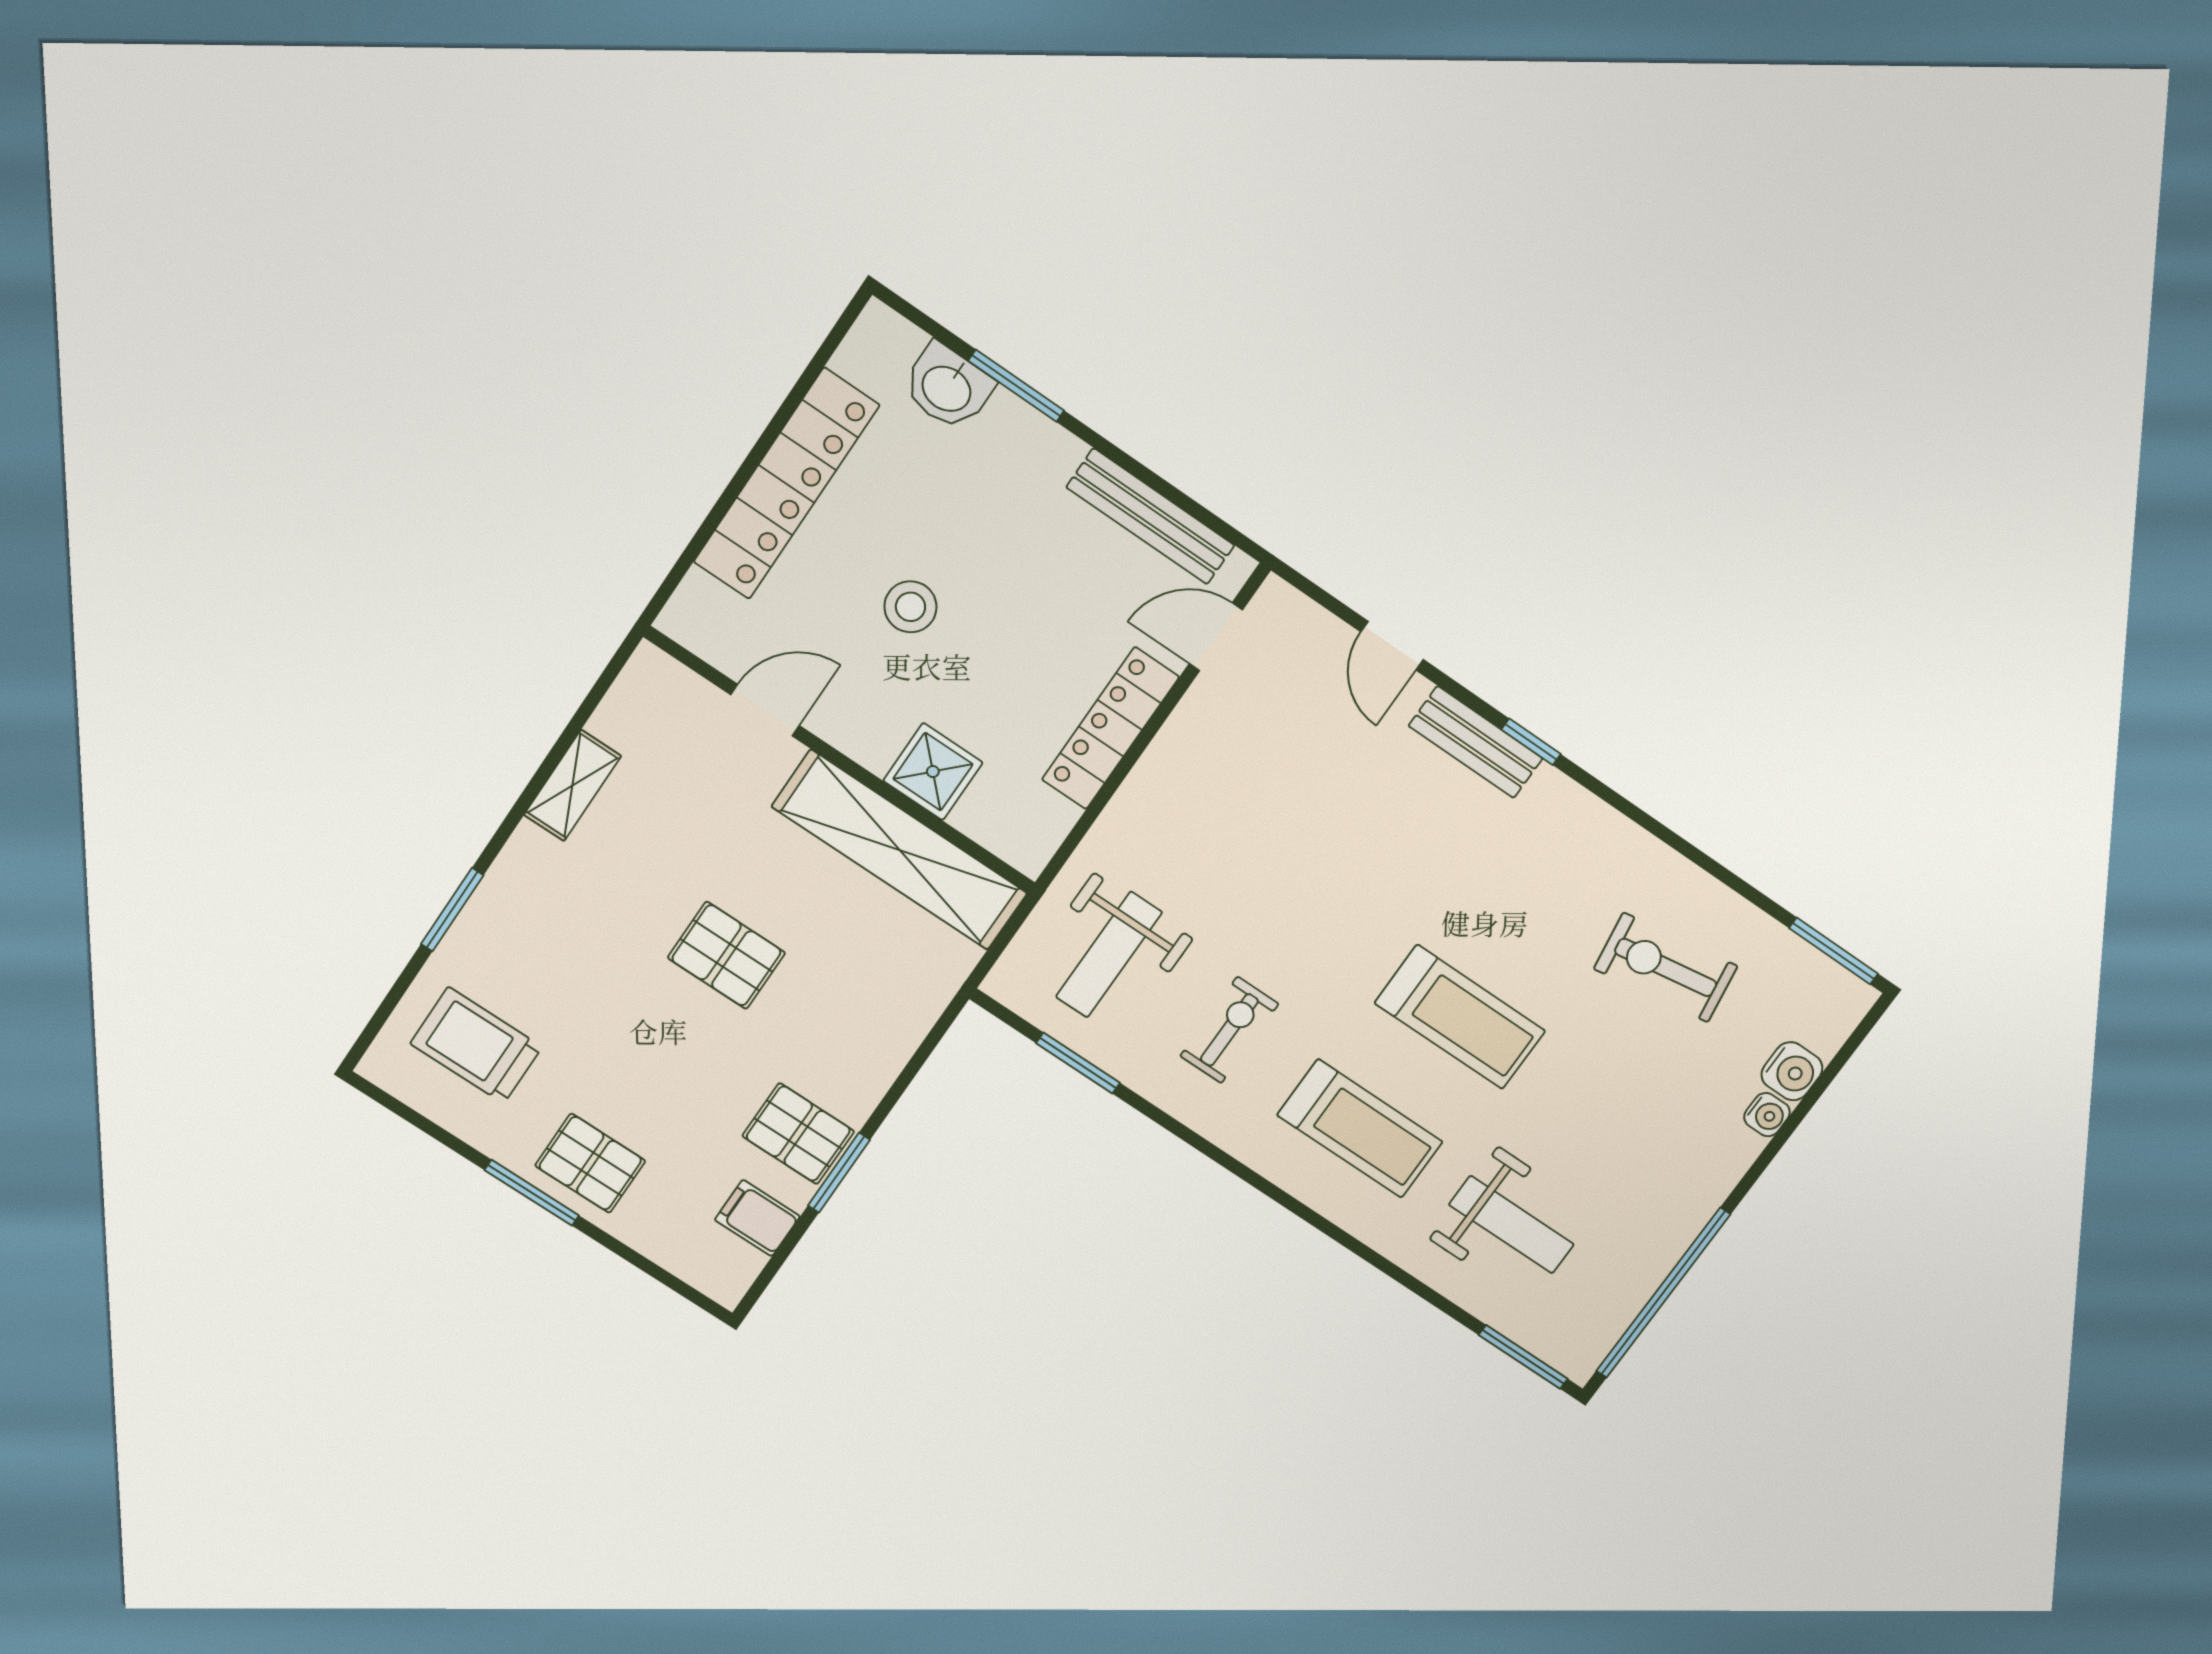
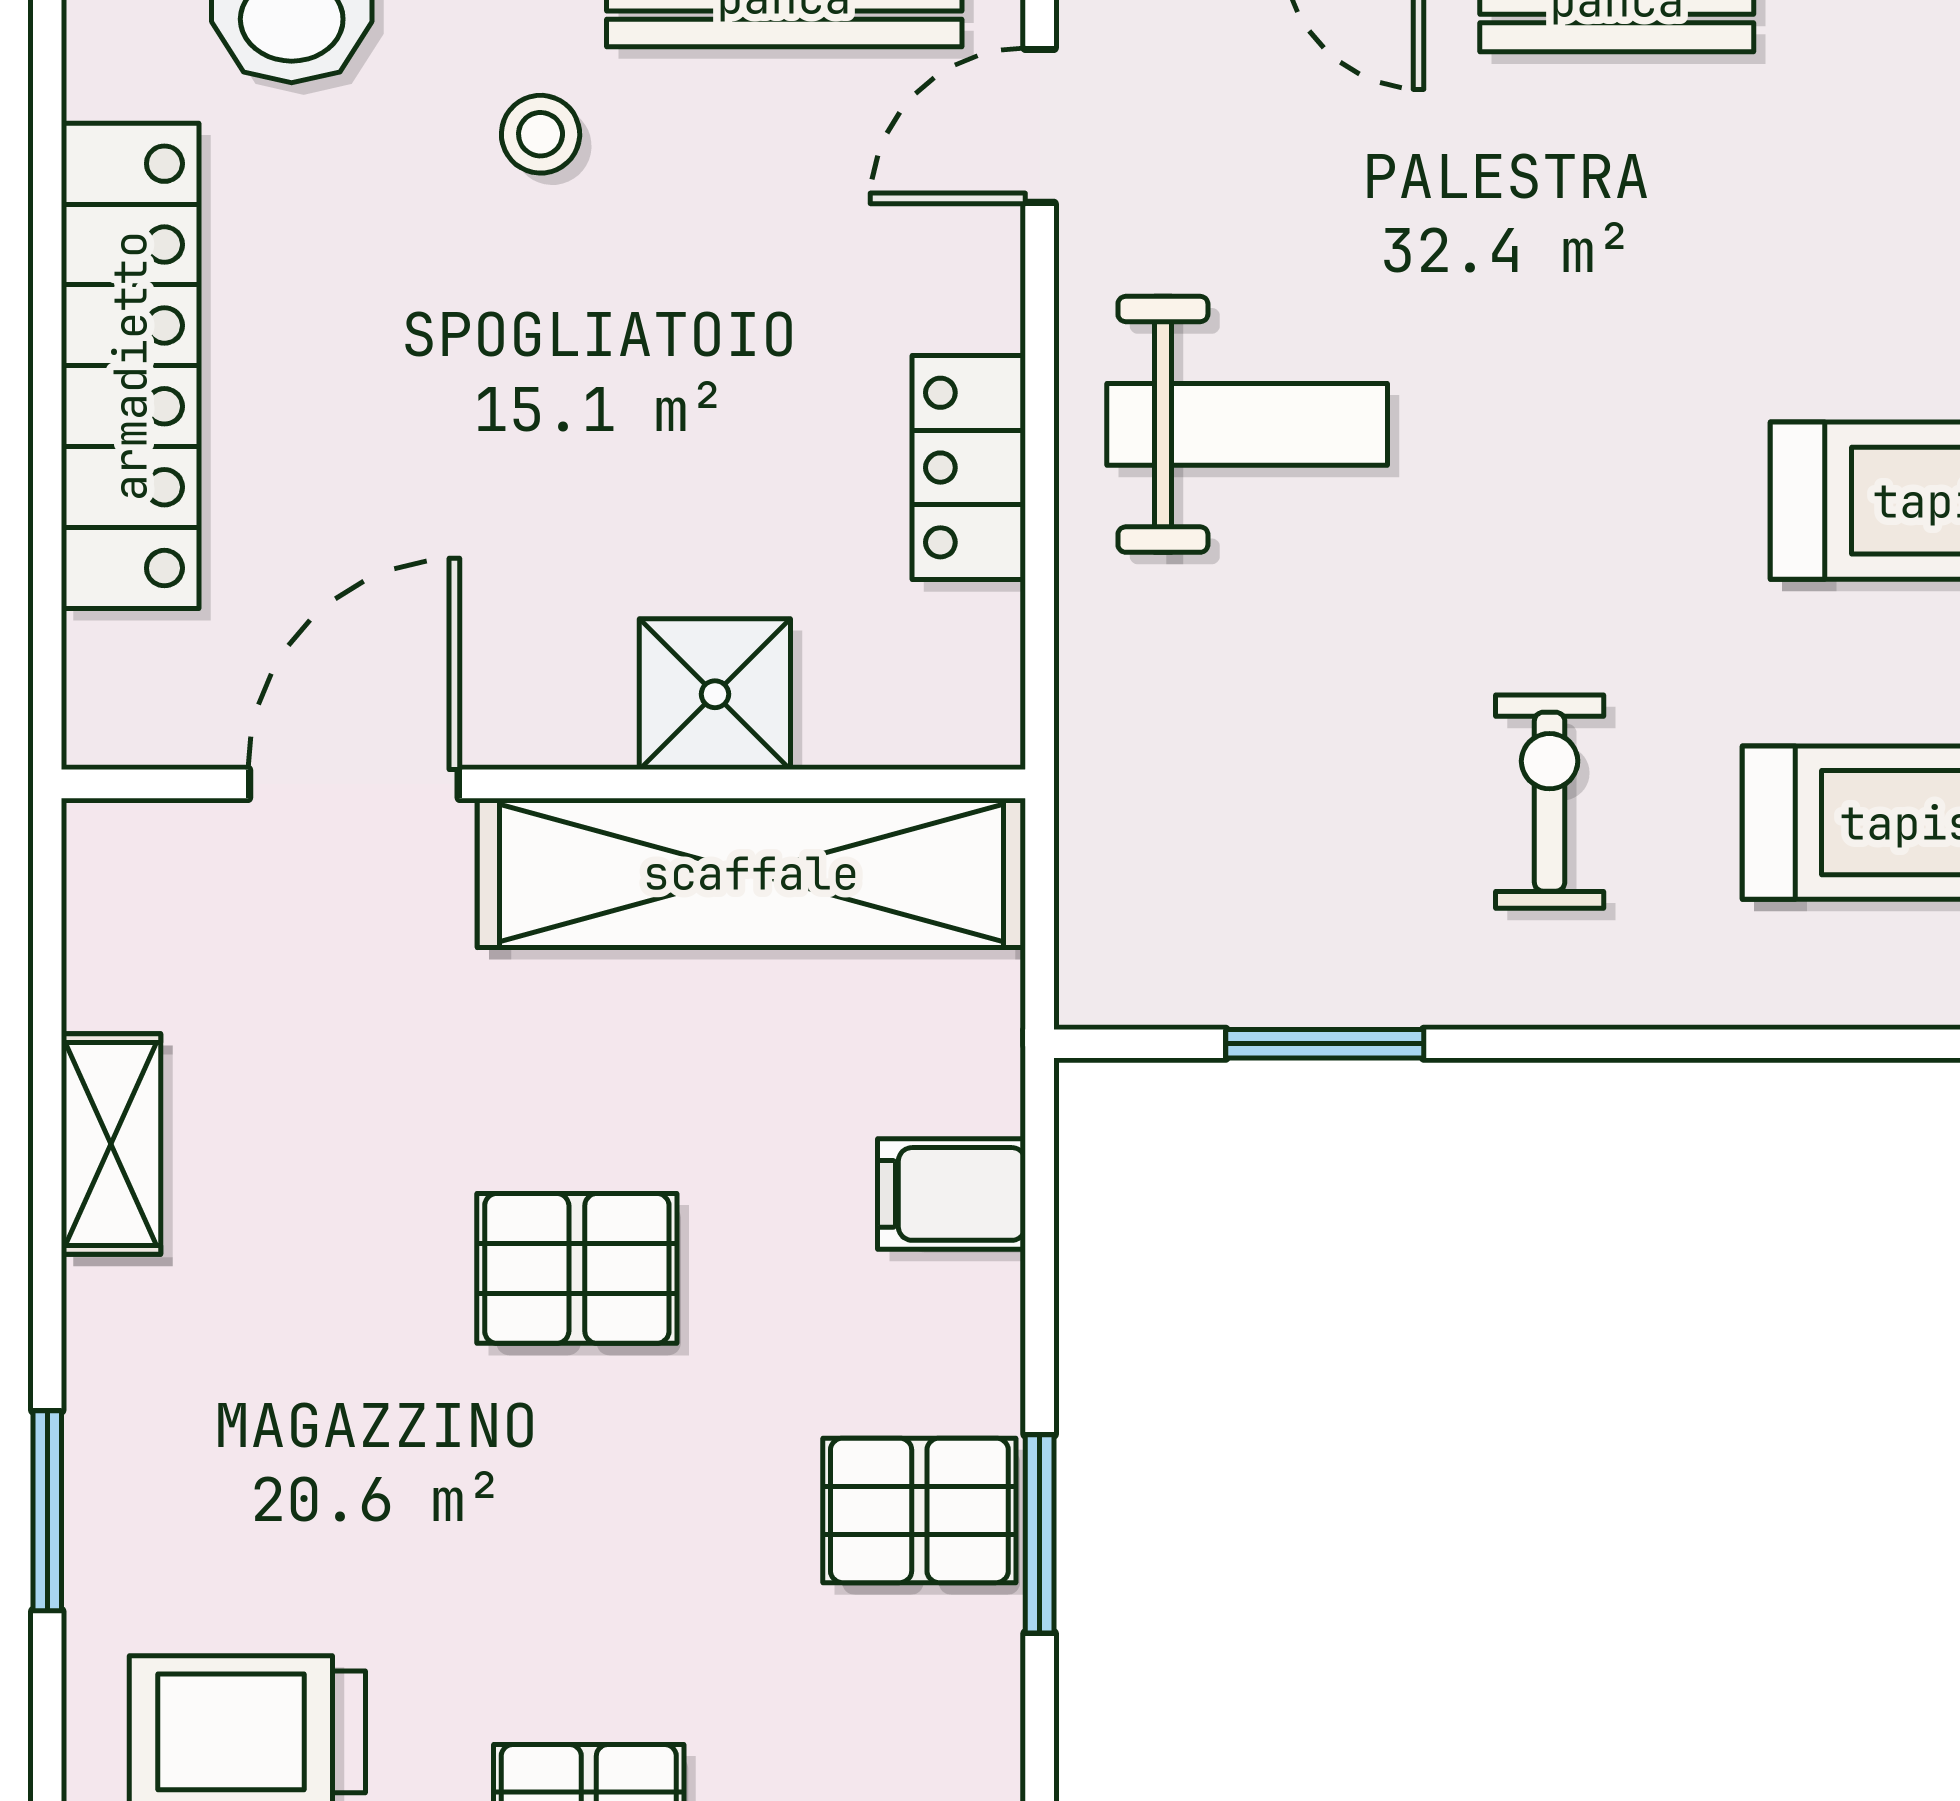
stool: (910, 607) -> (541, 134), moved, width x0.73, depth x0.73
door: (765, 710) -> (354, 784), width x1.38
locker: (1110, 728) -> (969, 468), width x0.66
weight bench: (1109, 955) -> (1247, 424), moved, turned -90
filing cabinet: (757, 1218) -> (952, 1194), moved

